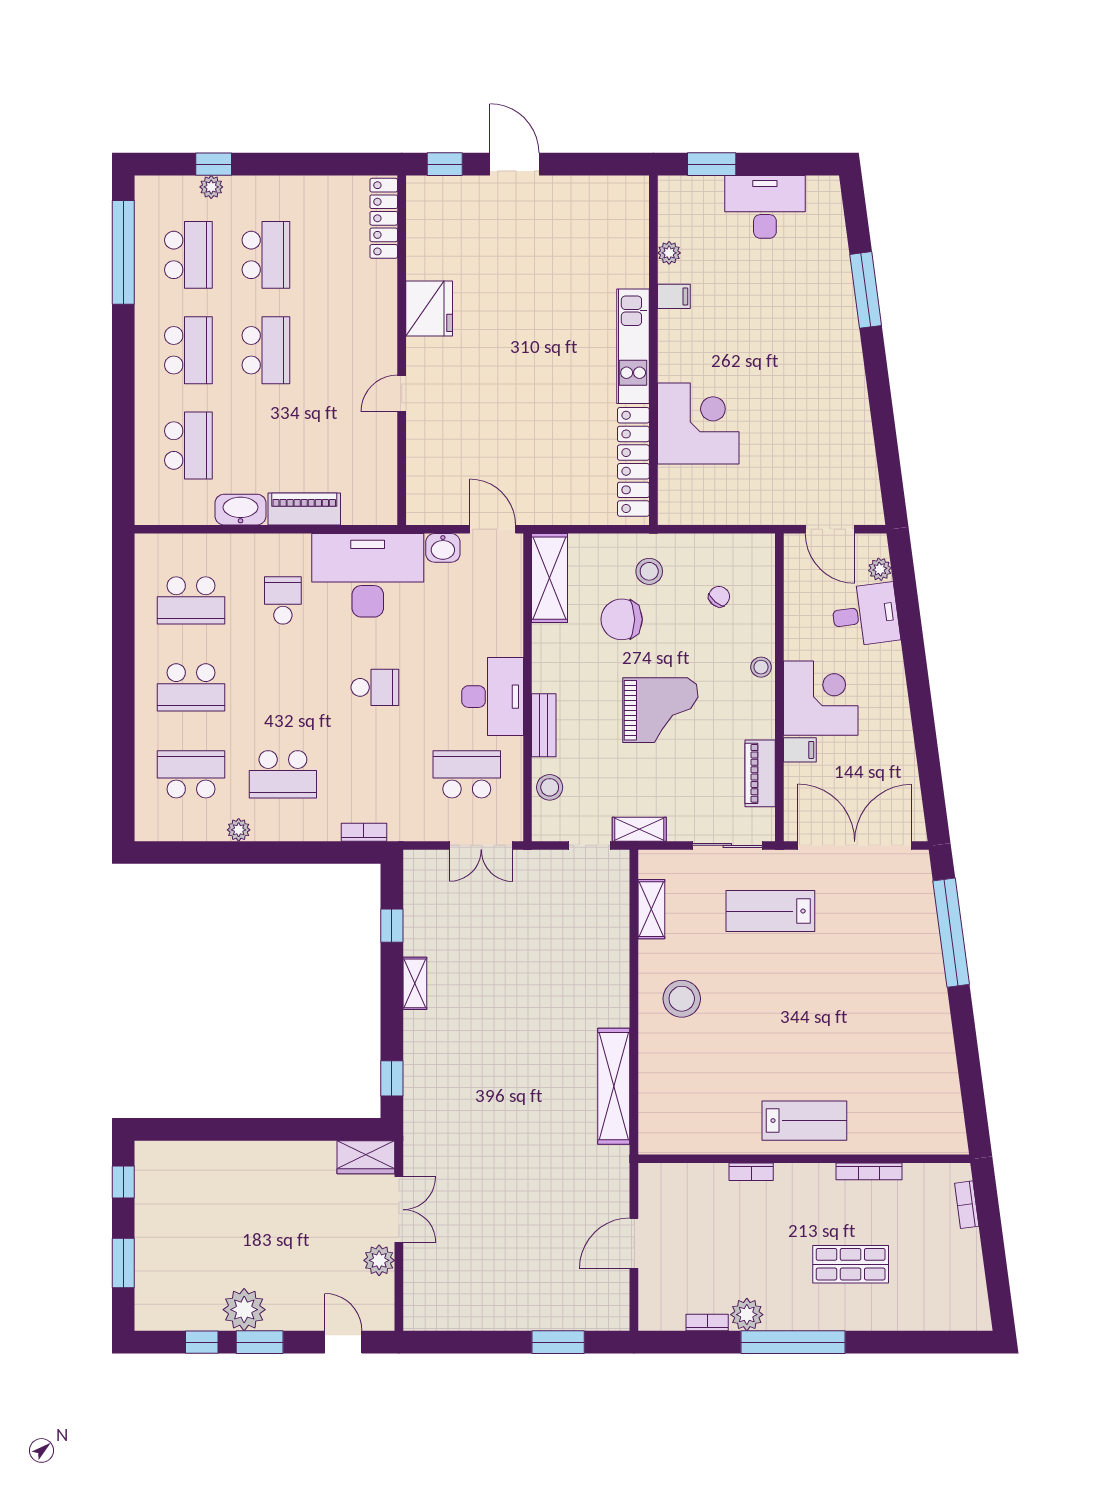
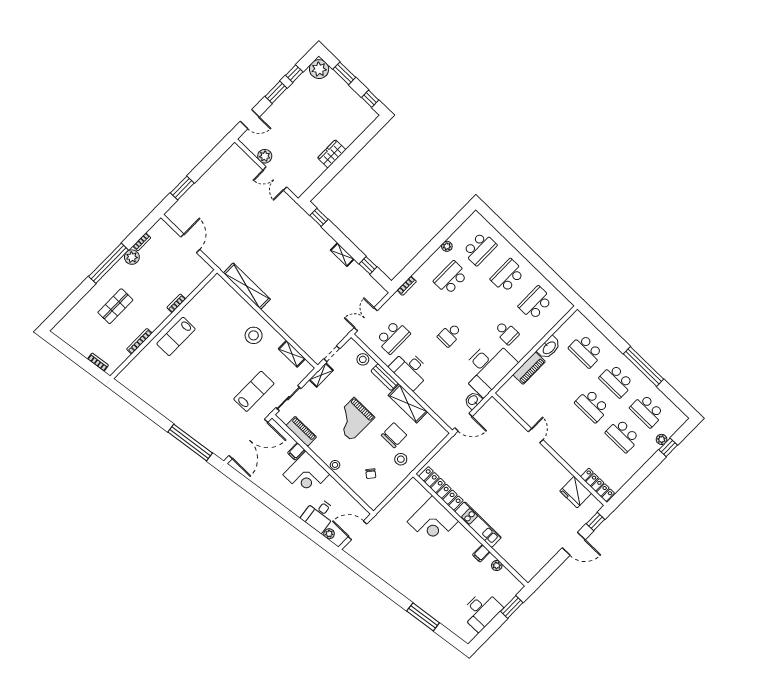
window: (123, 252) -> (644, 366), moved
fridge: (429, 309) -> (576, 492), moved
shelving: (550, 578) -> (408, 404), moved
wardrobe: (366, 1157) -> (332, 154), moved
plant: (244, 1310) -> (319, 69), moved

